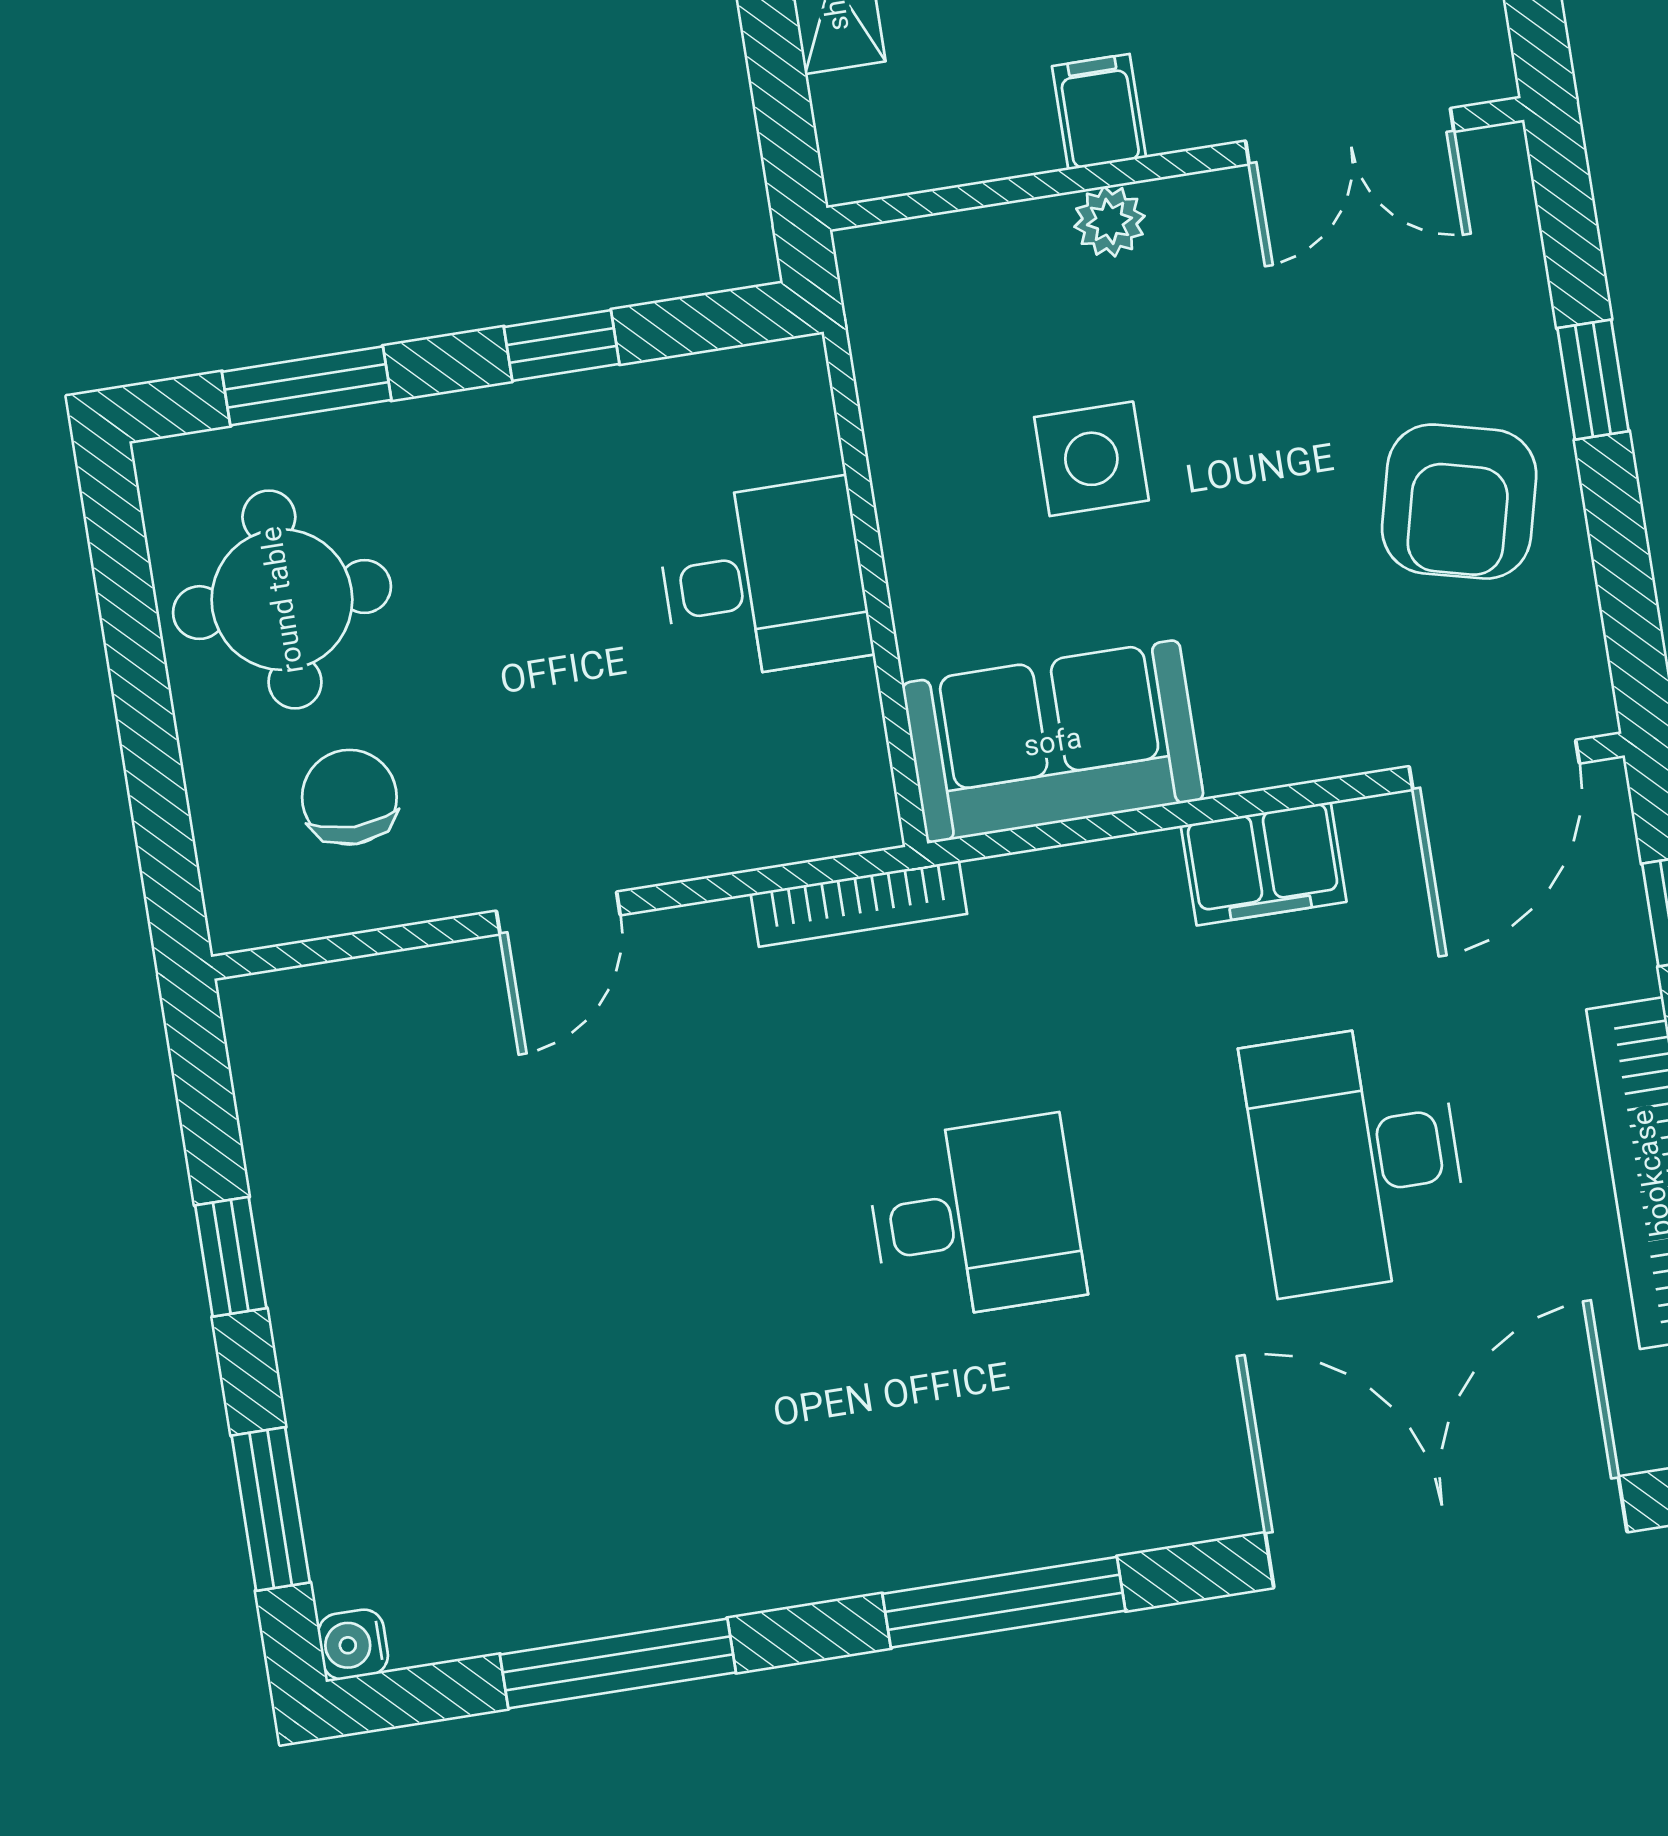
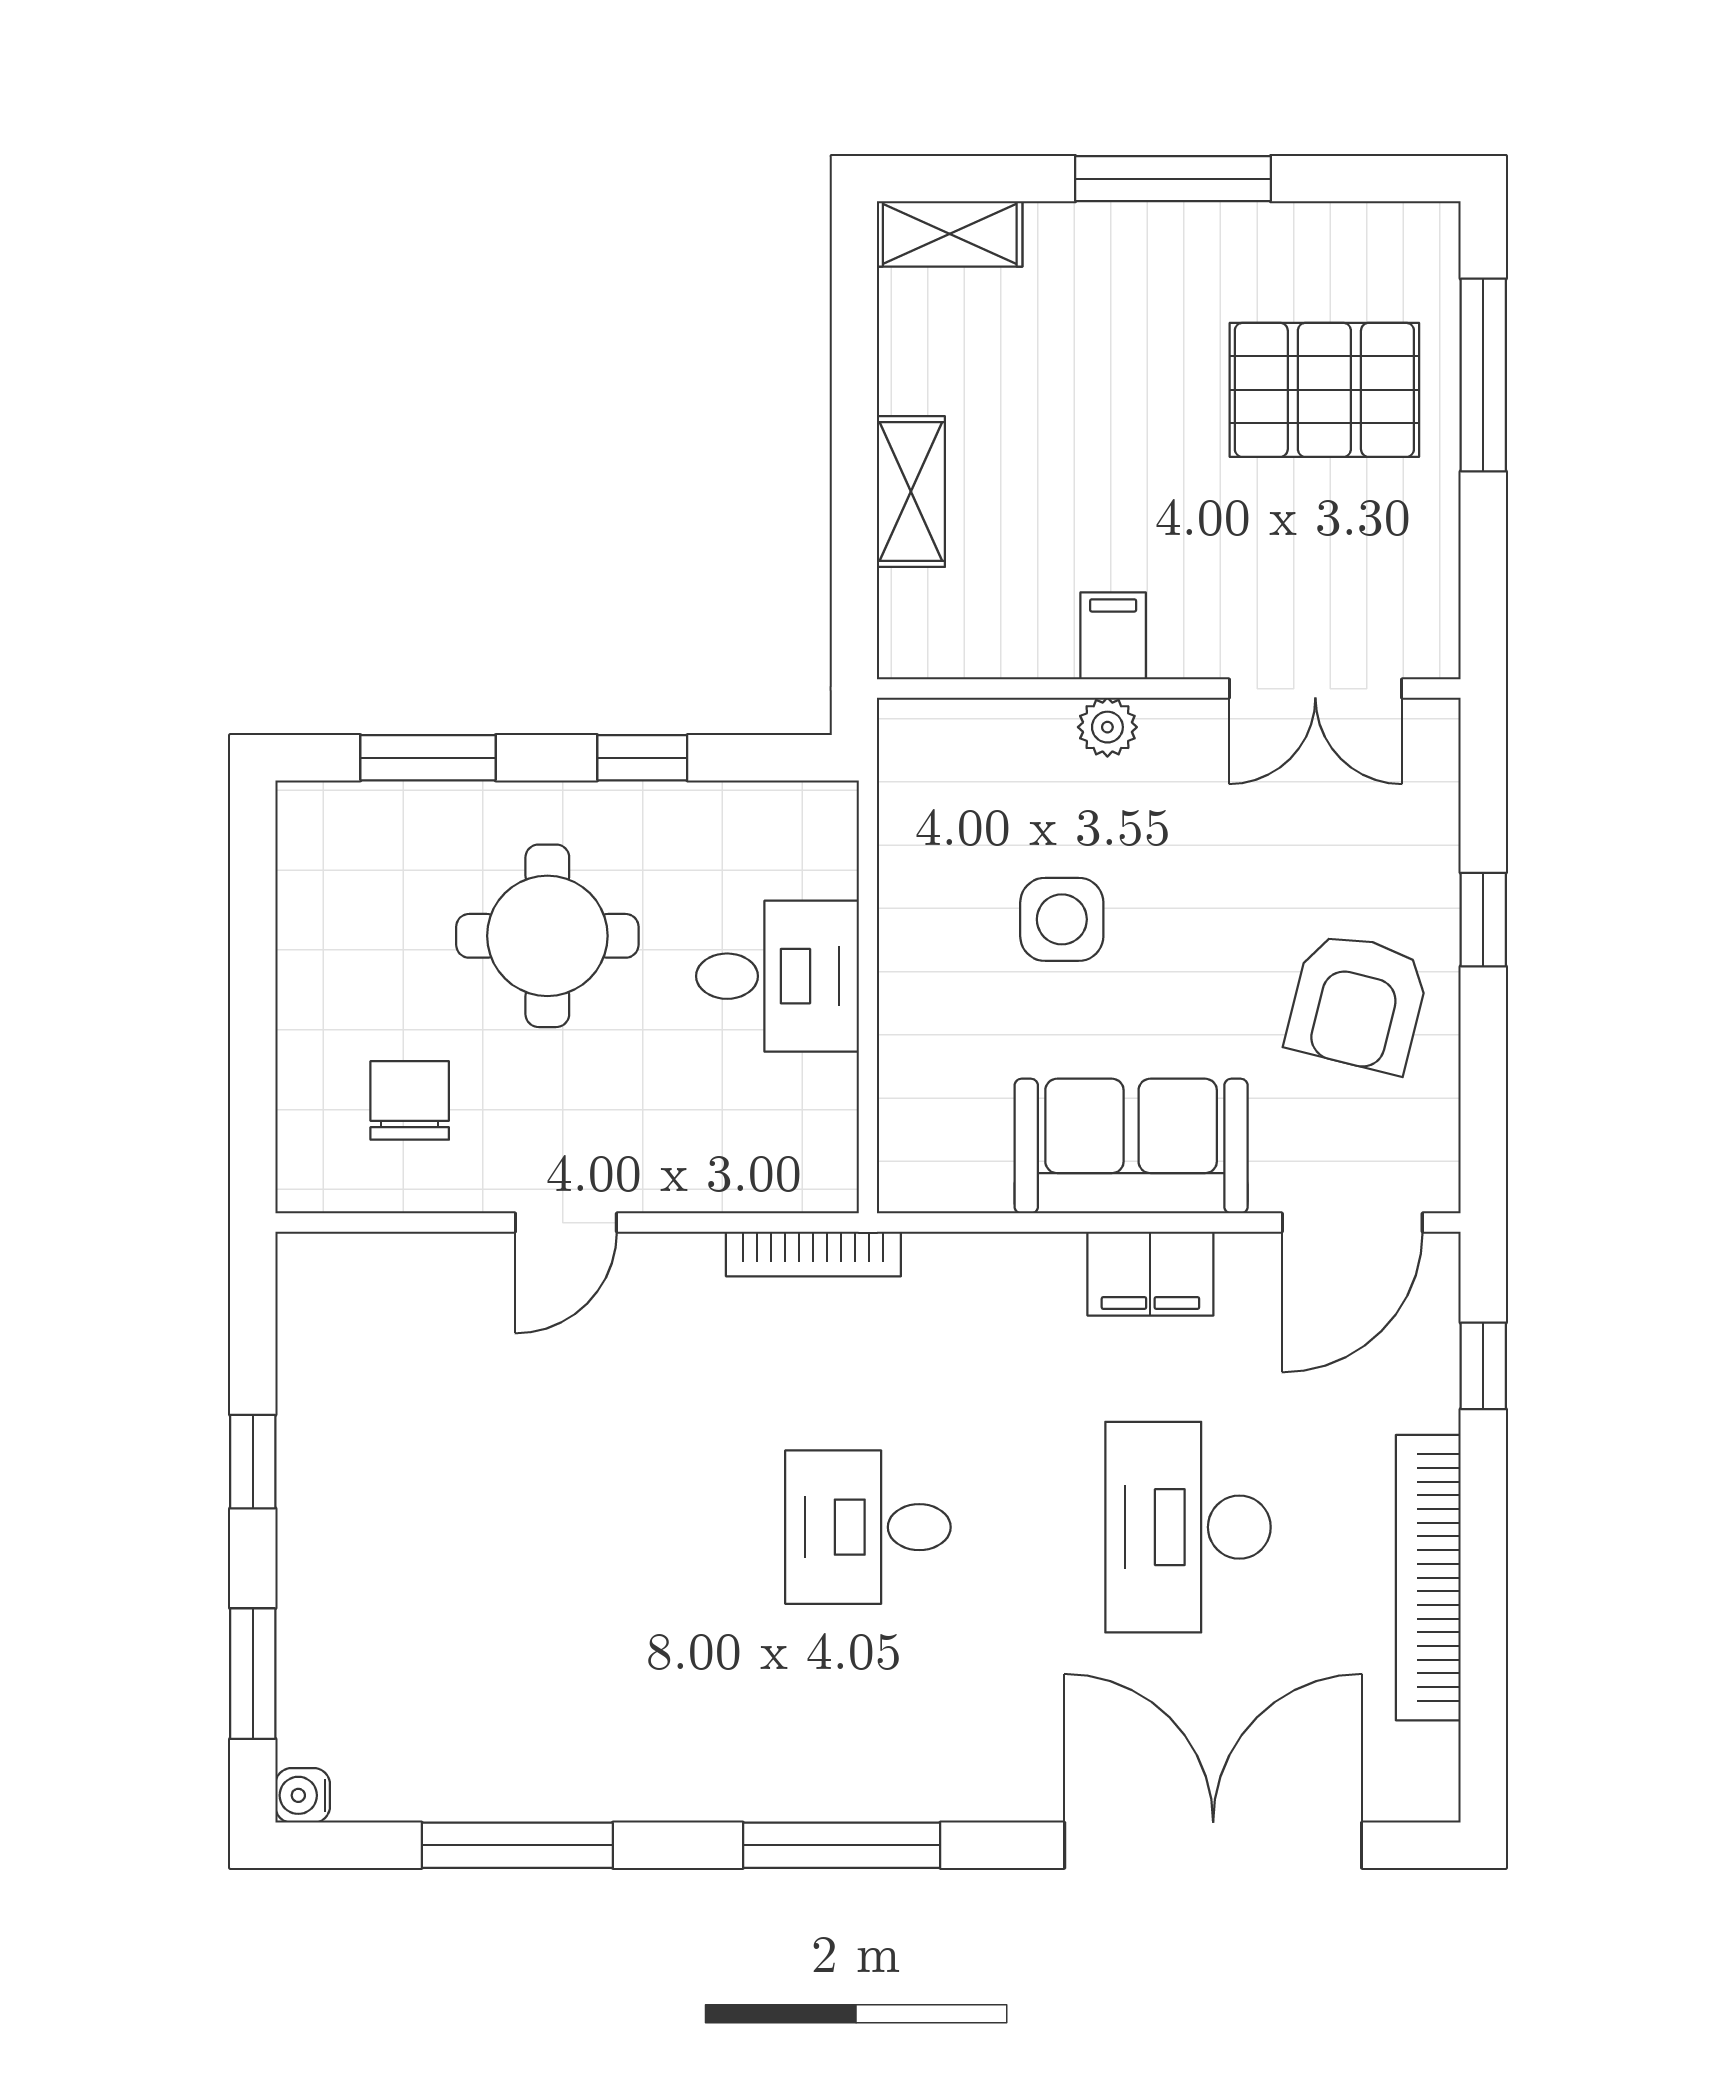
round table: (282, 600) -> (547, 936), moved
sofa: (1053, 742) -> (1131, 1146), moved
desk: (975, 1219) -> (868, 1527), turned 180

